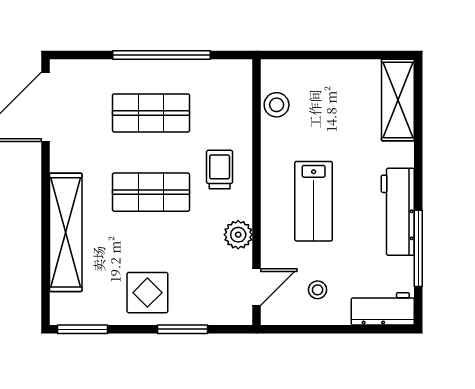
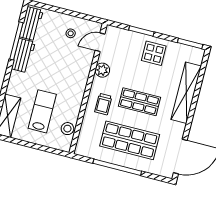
shop shelf: (151, 113) -> (130, 140), width x1.43, depth x1.36
lab bench: (314, 201) -> (42, 111), moved
workbench: (398, 212) -> (23, 56), width x0.73
workbench: (383, 309) -> (31, 24), moved, turned -90

